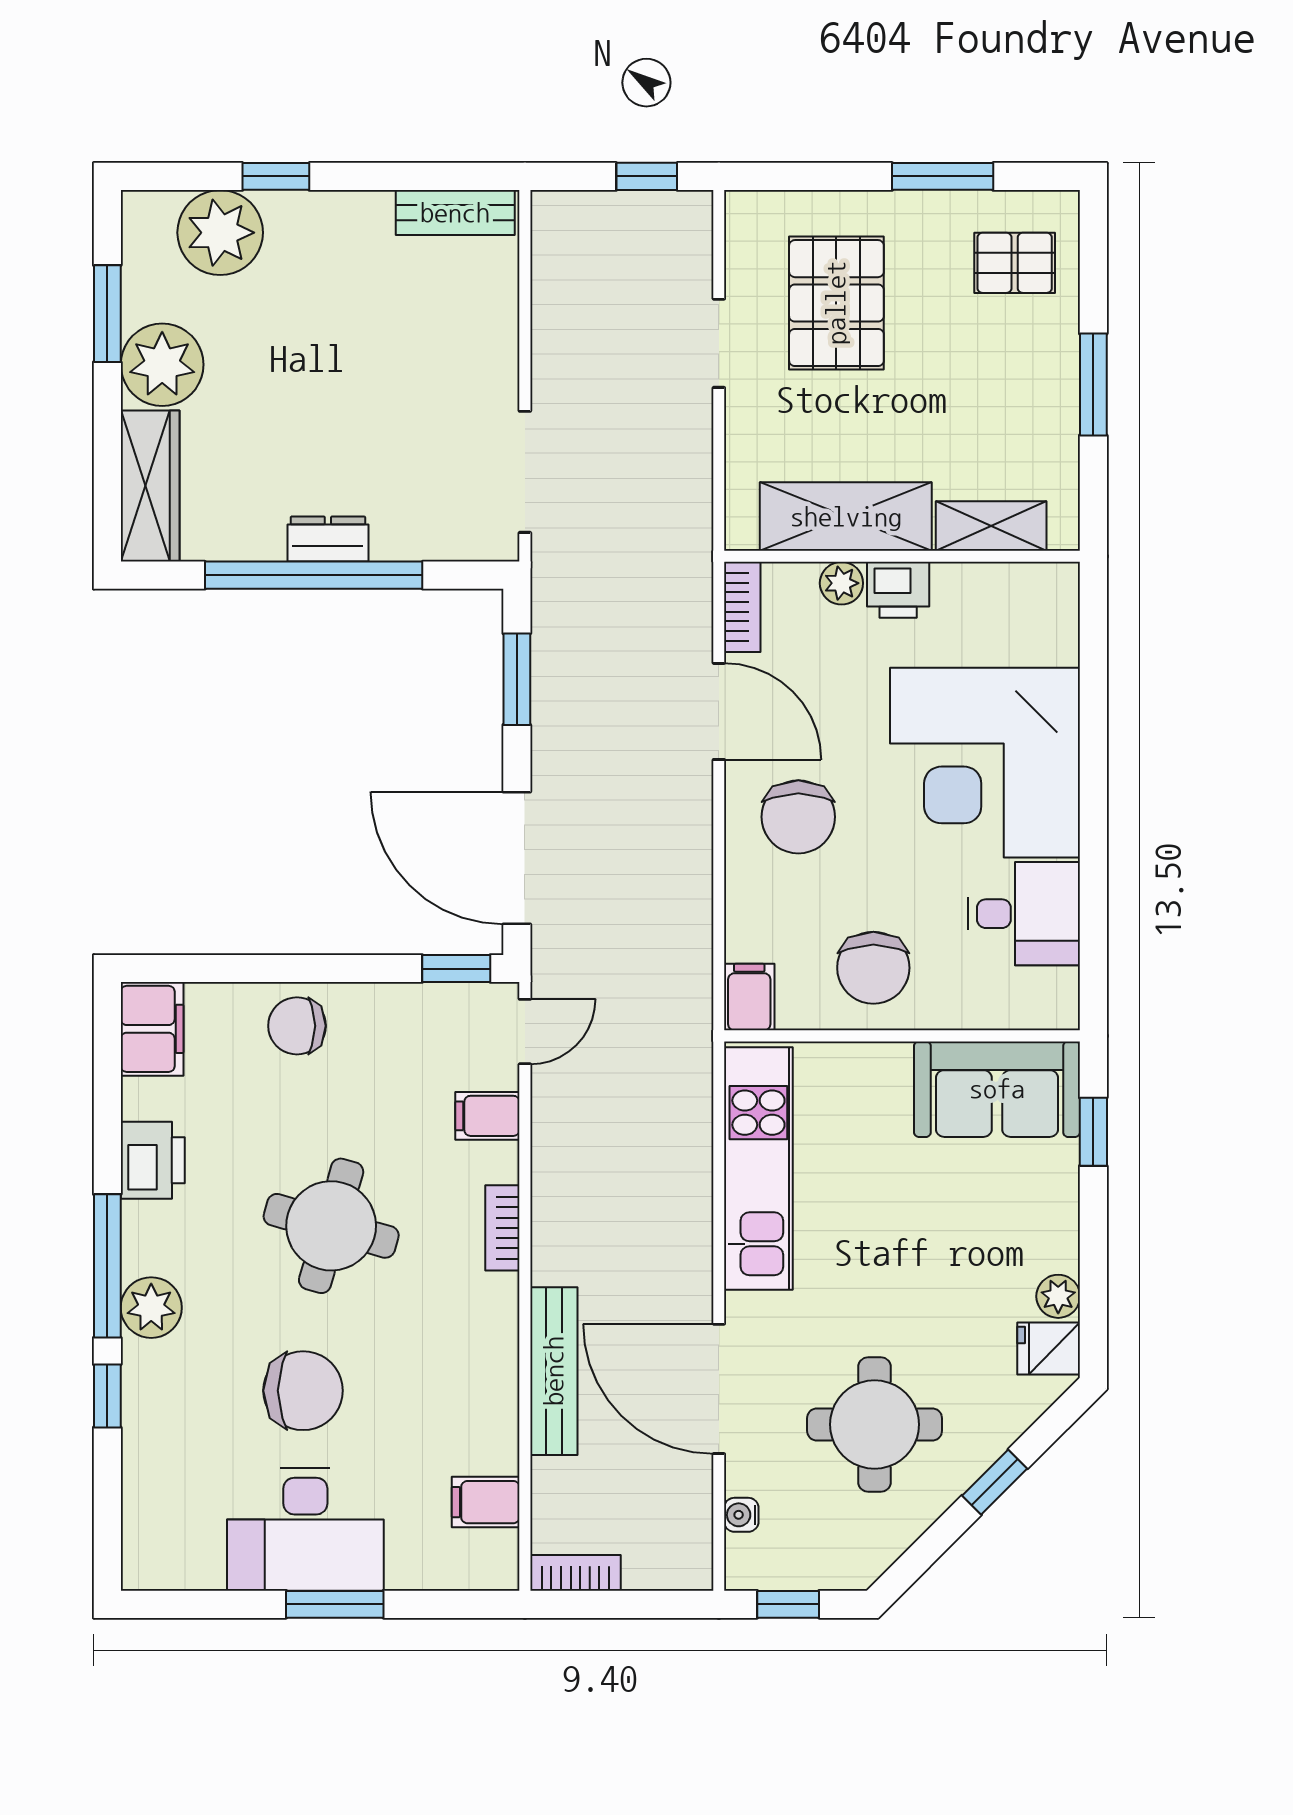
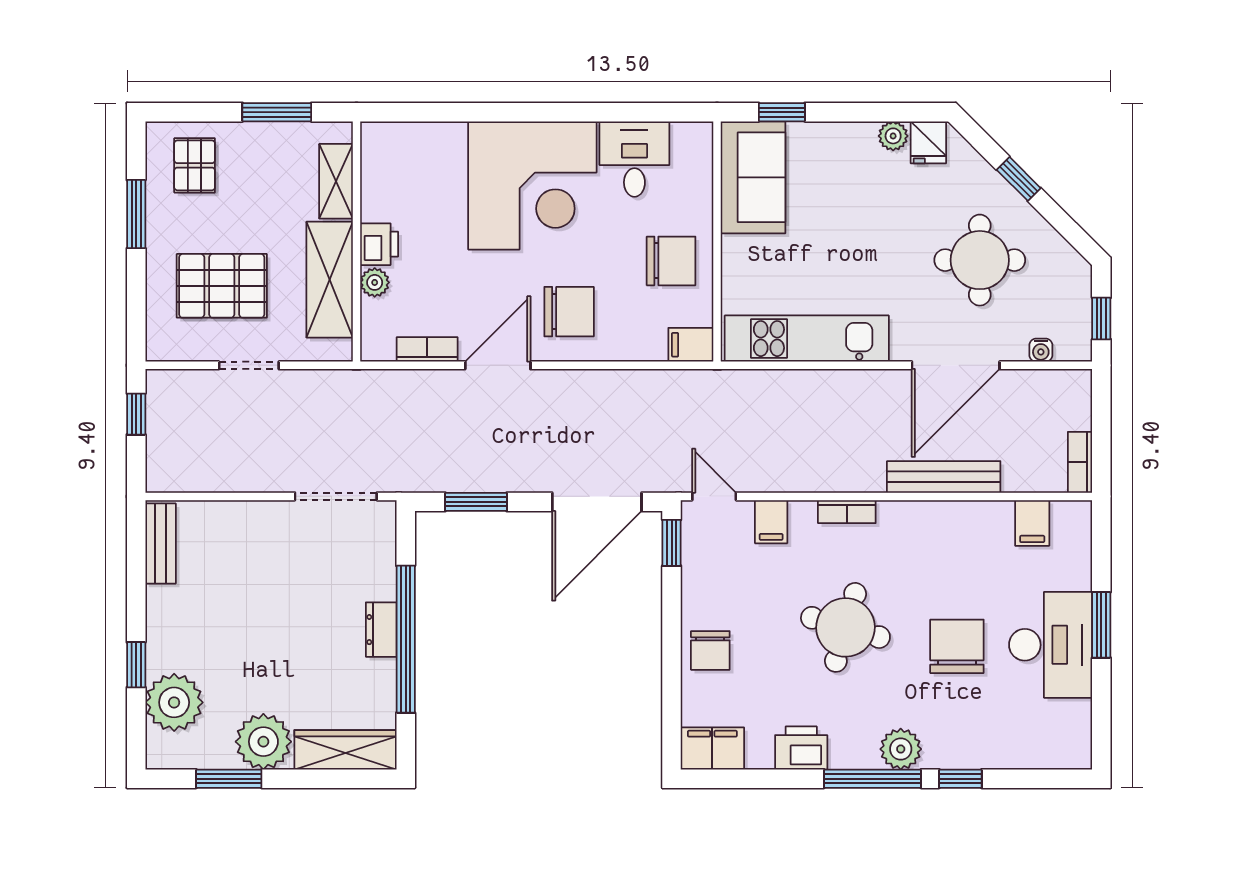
shelving: (846, 517) -> (330, 280), moved
shelving: (991, 526) -> (336, 181), moved
wall: (902, 556) -> (356, 241), moved
plant: (841, 583) -> (375, 282), moved
printer: (898, 590) -> (379, 244), moved

